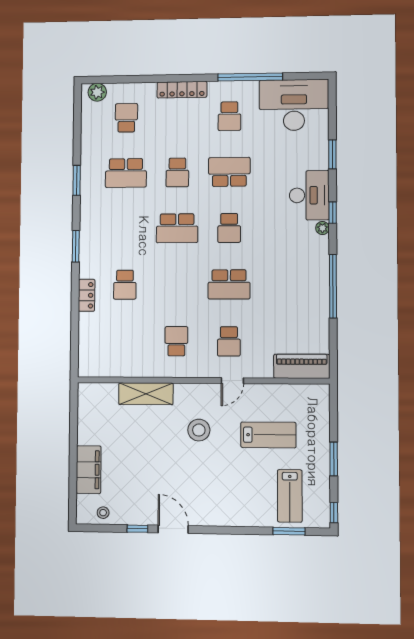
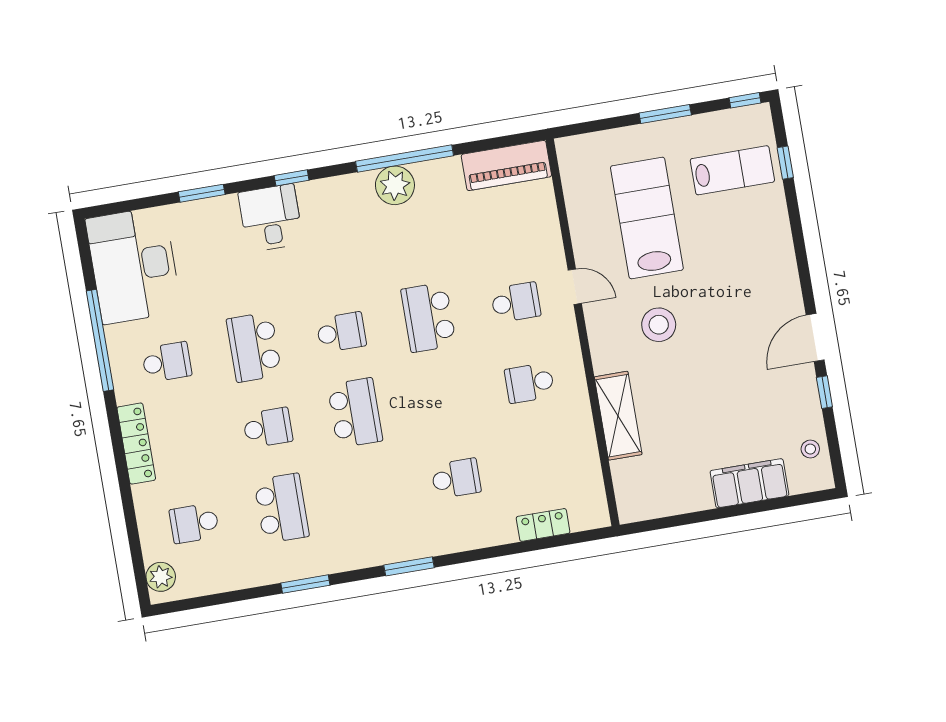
desk: (309, 195) -> (271, 218), width x0.73
plant: (322, 228) -> (395, 185), moved, width x1.87, depth x1.87
school desk: (229, 284) -> (428, 317), turned 180
locker: (87, 295) -> (543, 525), moved
piano: (302, 366) -> (506, 166), moved, turned -90
lab bench: (268, 435) -> (647, 218), width x1.36, depth x1.39
window: (289, 531) -> (785, 163), width x0.67

